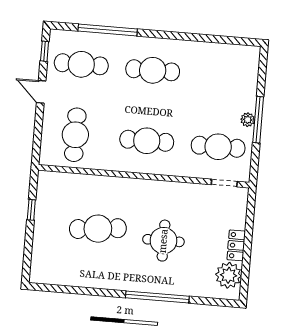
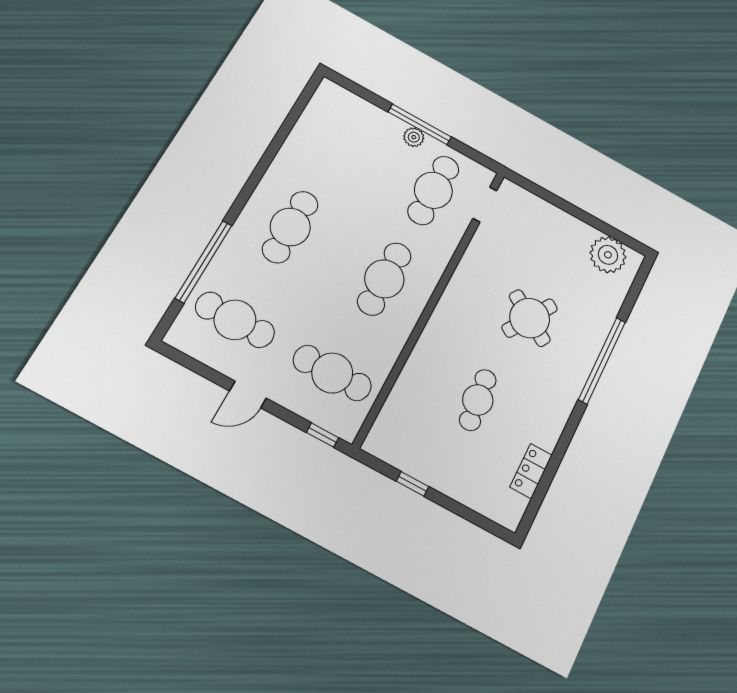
window: (45, 51) -> (323, 435), moved
cafe table: (81, 64) -> (235, 320), turned 90
cafe table: (98, 229) -> (478, 400), width x0.73, depth x0.74
round table: (163, 241) -> (530, 318), turned 32
locker: (236, 245) -> (531, 471), moved, turned 90

